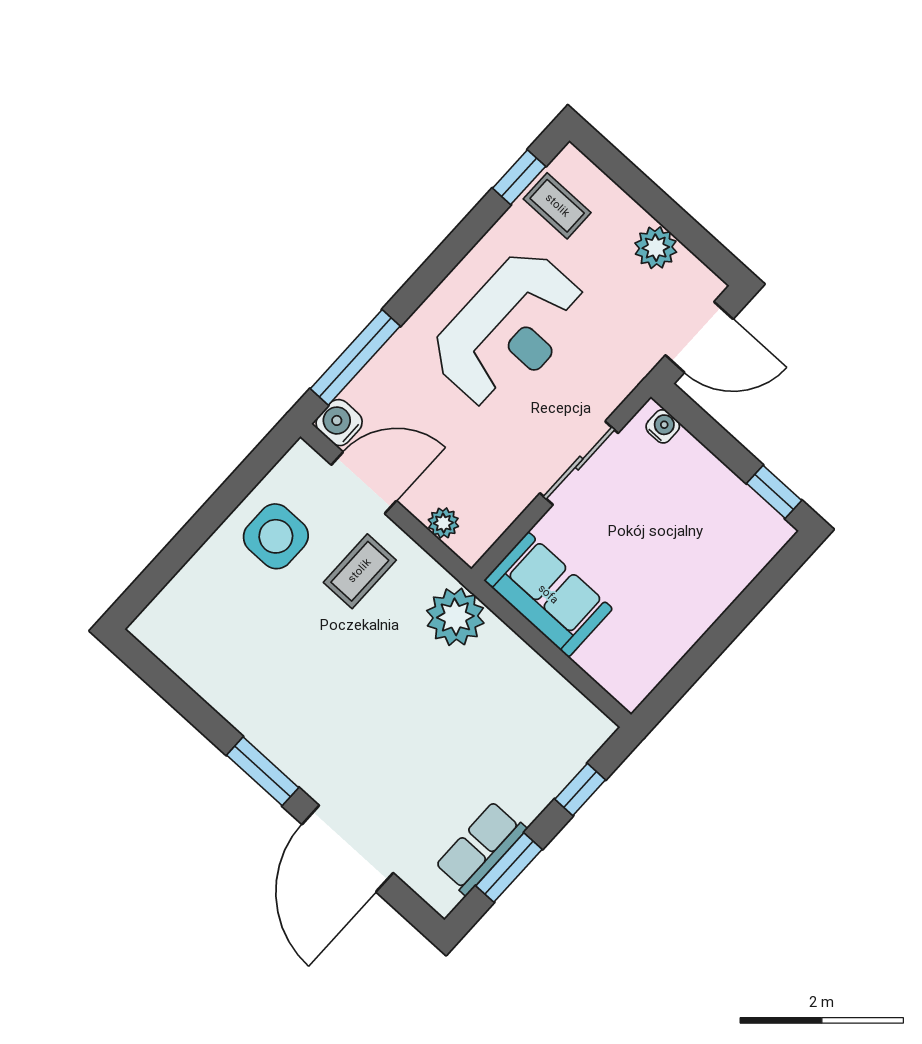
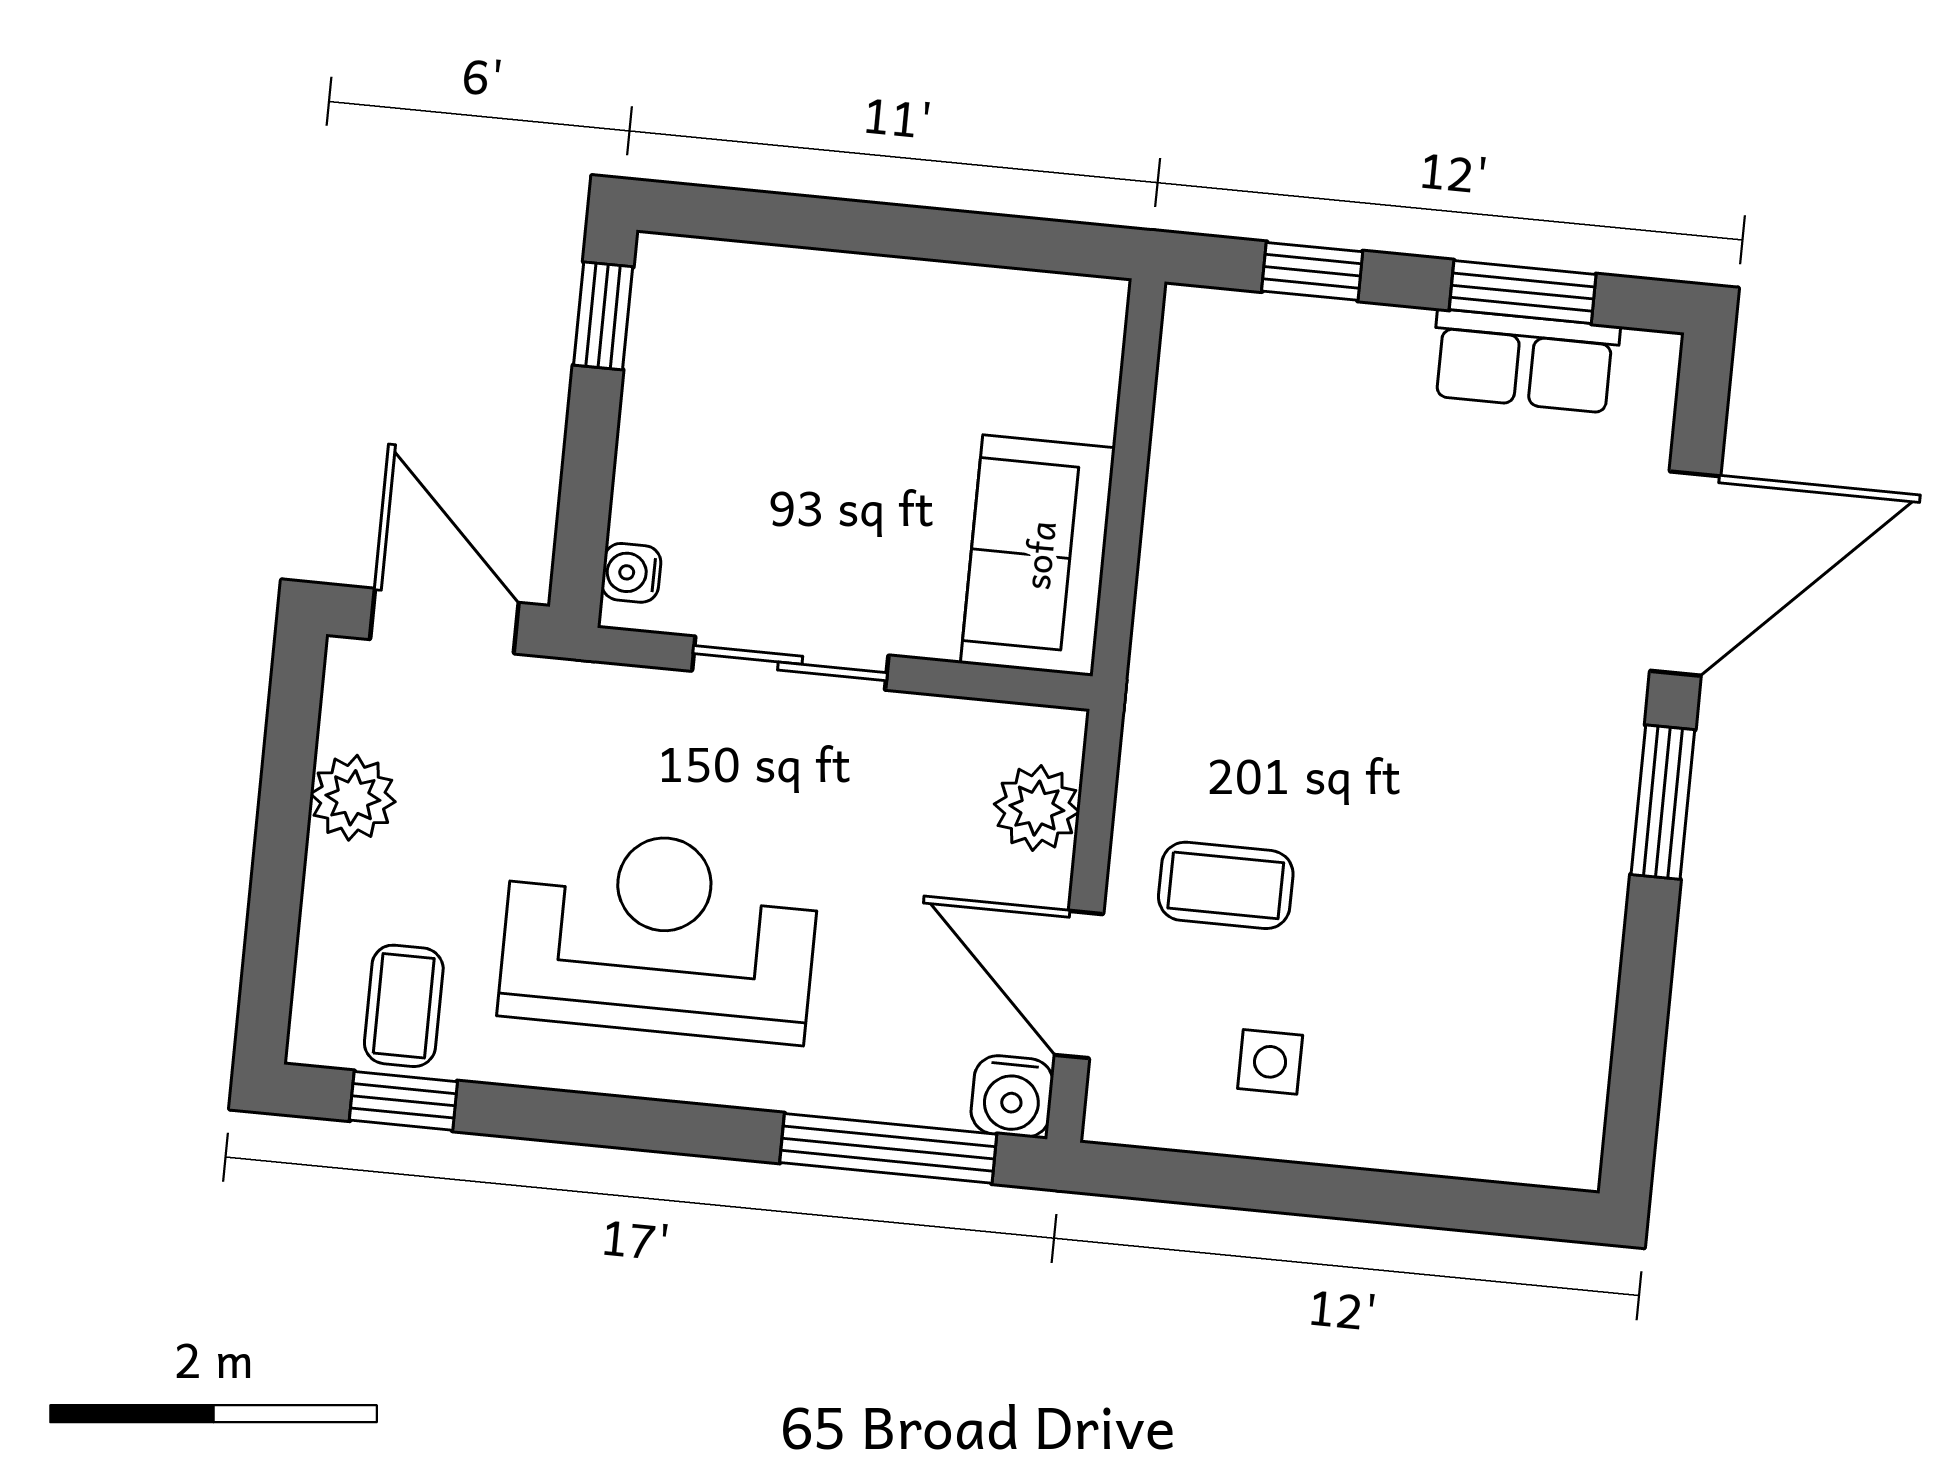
plant: (443, 523) -> (1037, 808), width x1.38, depth x1.38
side table: (276, 536) -> (1270, 1062), width x0.54, depth x0.54
plant: (455, 617) -> (1185, 678), removed

